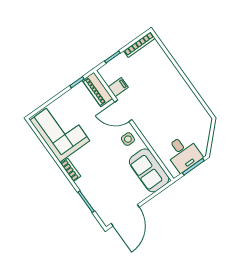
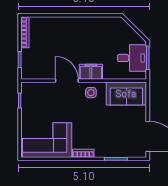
filing cabinet: (118, 87) -> (91, 72), moved, width x2.00
piano: (97, 89) -> (36, 89), removed
door: (123, 111) -> (67, 81), swing flipped

